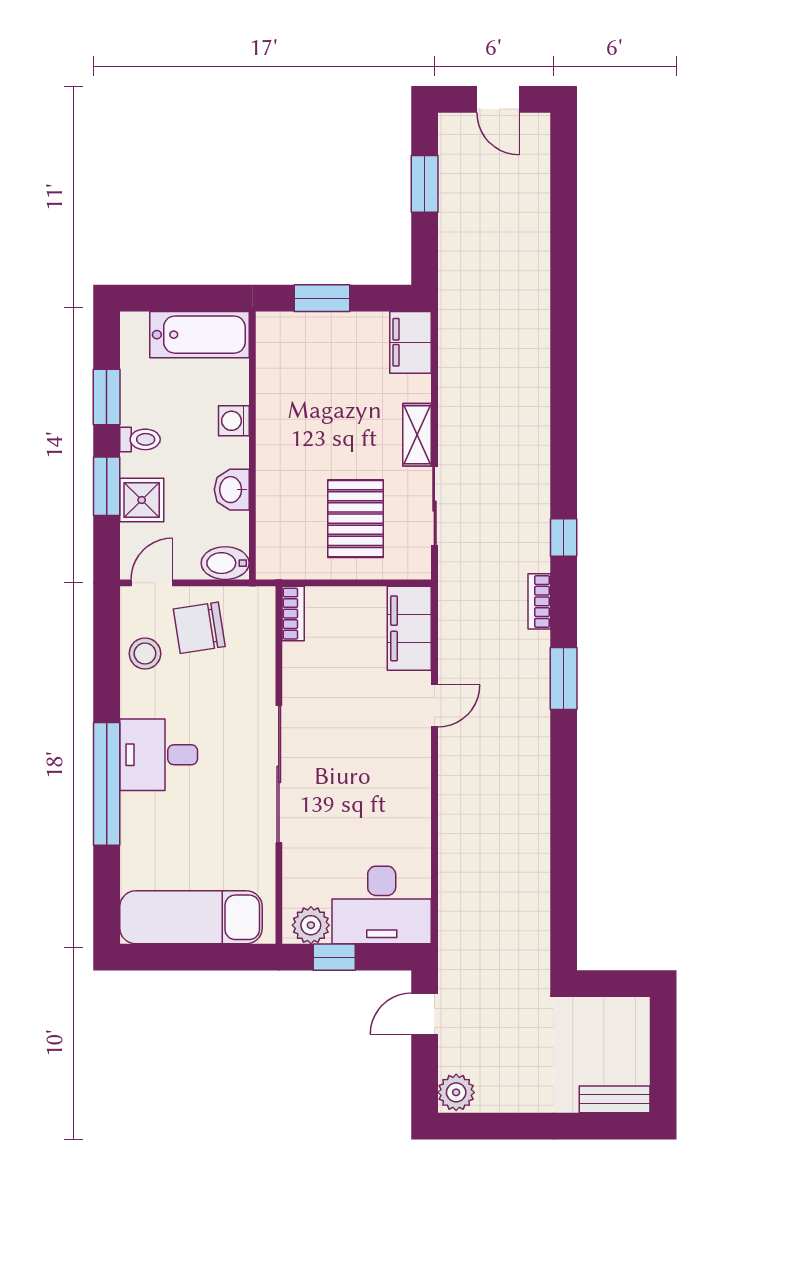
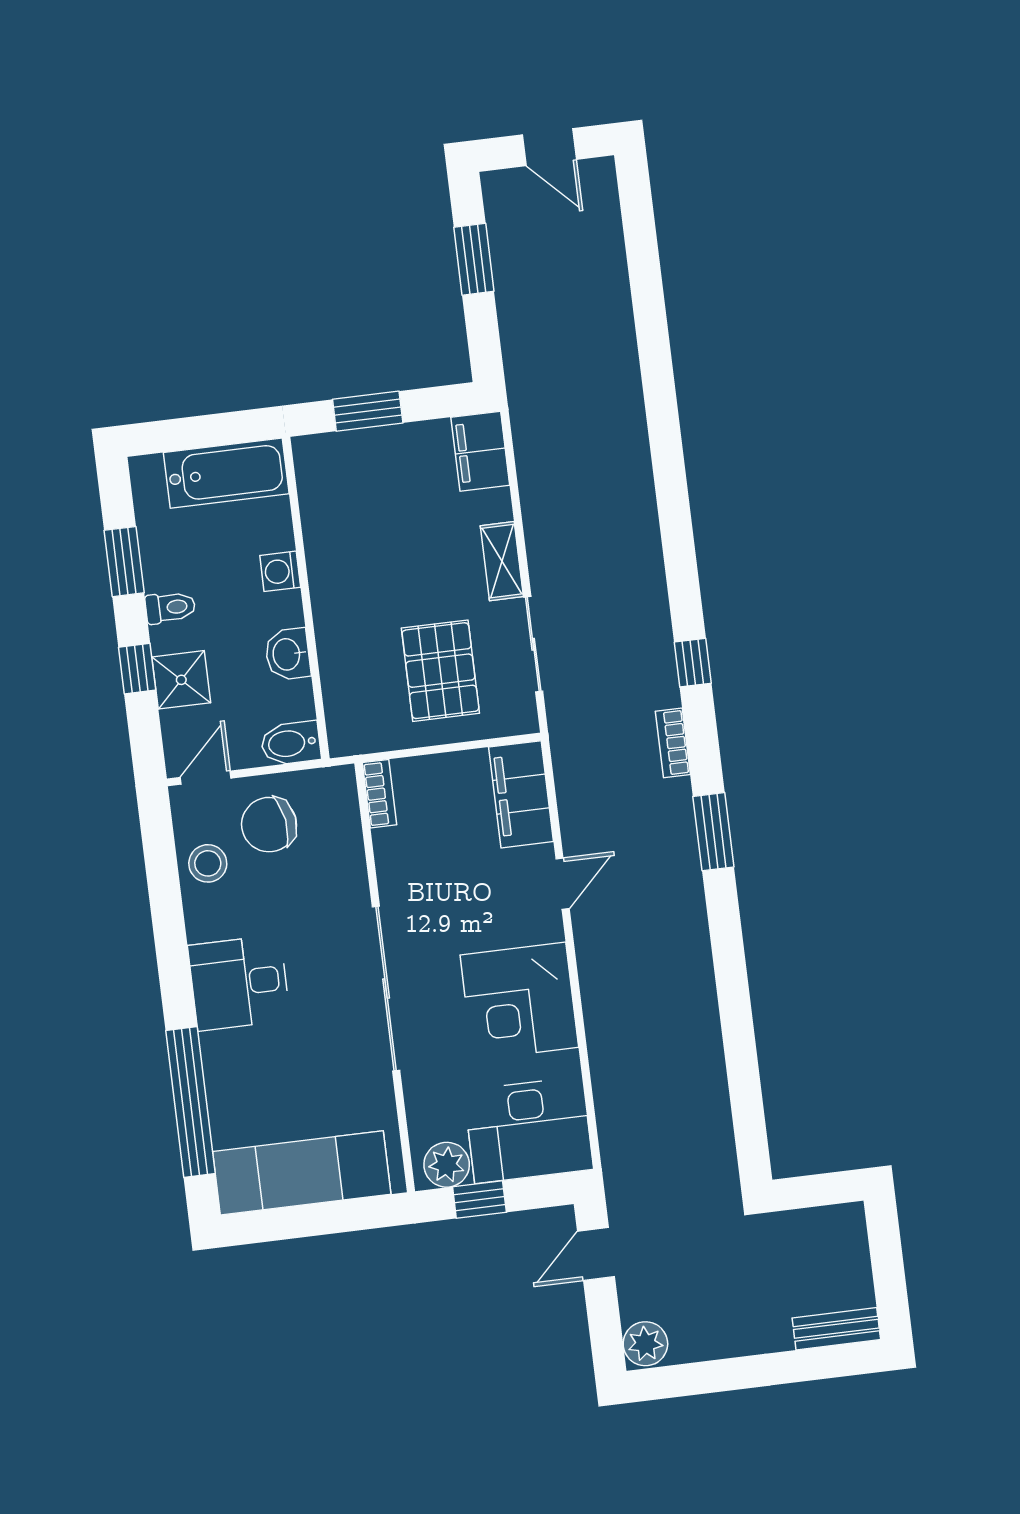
window: (107, 486) -> (137, 669), width x0.67
window: (107, 784) -> (190, 1102), moved
corner desk: (387, 798) -> (519, 1001), added

